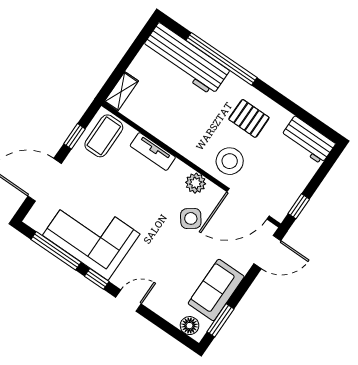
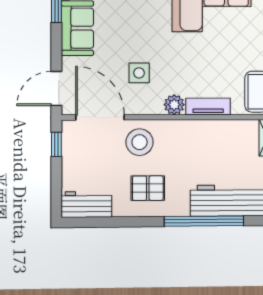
plant: (196, 183) -> (174, 105), moved
door: (248, 204) -> (100, 117), hinge flipped
side table: (191, 218) -> (139, 73), turned 36

